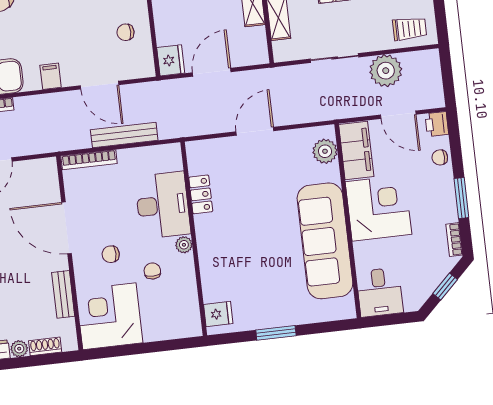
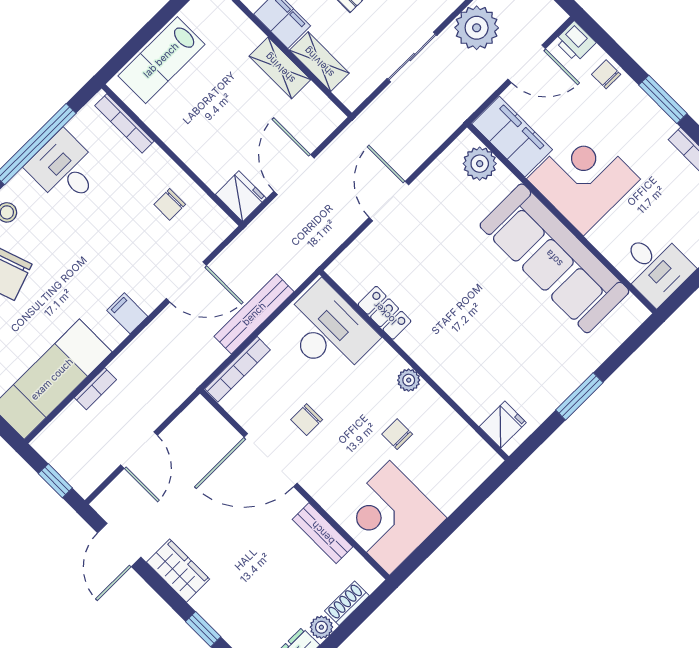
chair: (440, 157) -> (606, 74), turned 90
desk: (163, 205) -> (328, 331), moved
chair: (111, 254) -> (307, 420), moved

